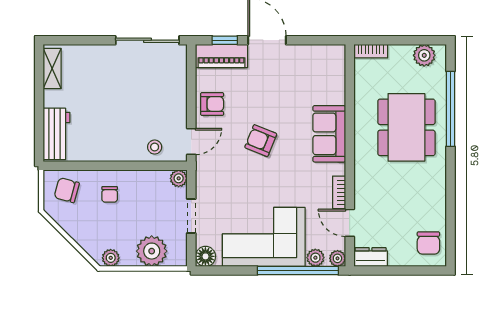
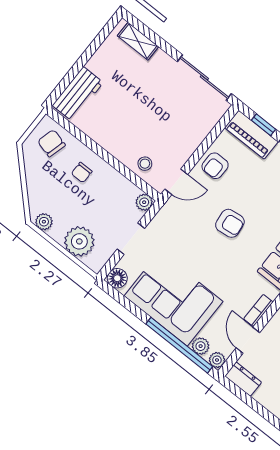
shelving: (52, 69) -> (138, 41), moved, turned 90
armchair: (212, 104) -> (215, 166), turned 90
armchair: (261, 141) -> (230, 223), turned 151

